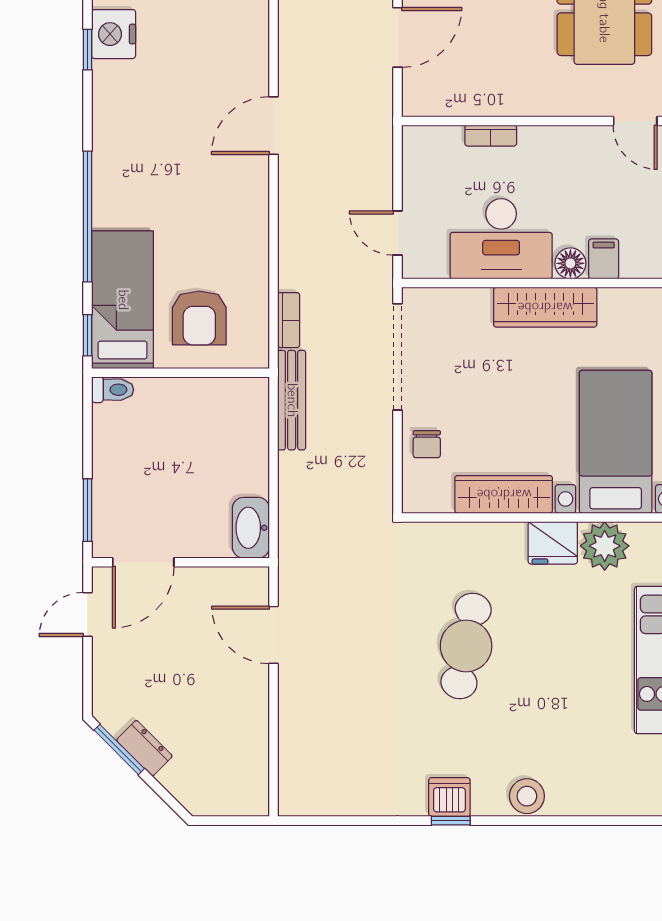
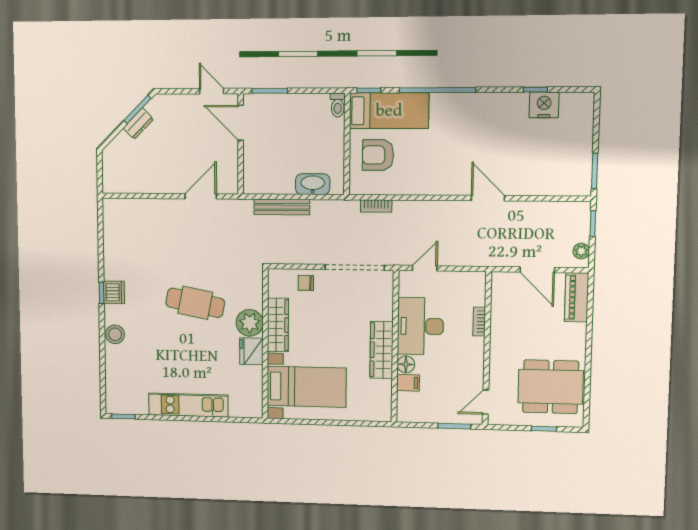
bench: (292, 400) -> (282, 207), moved
washbasin: (251, 528) -> (313, 184), moved
plant: (605, 546) -> (250, 323), moved

